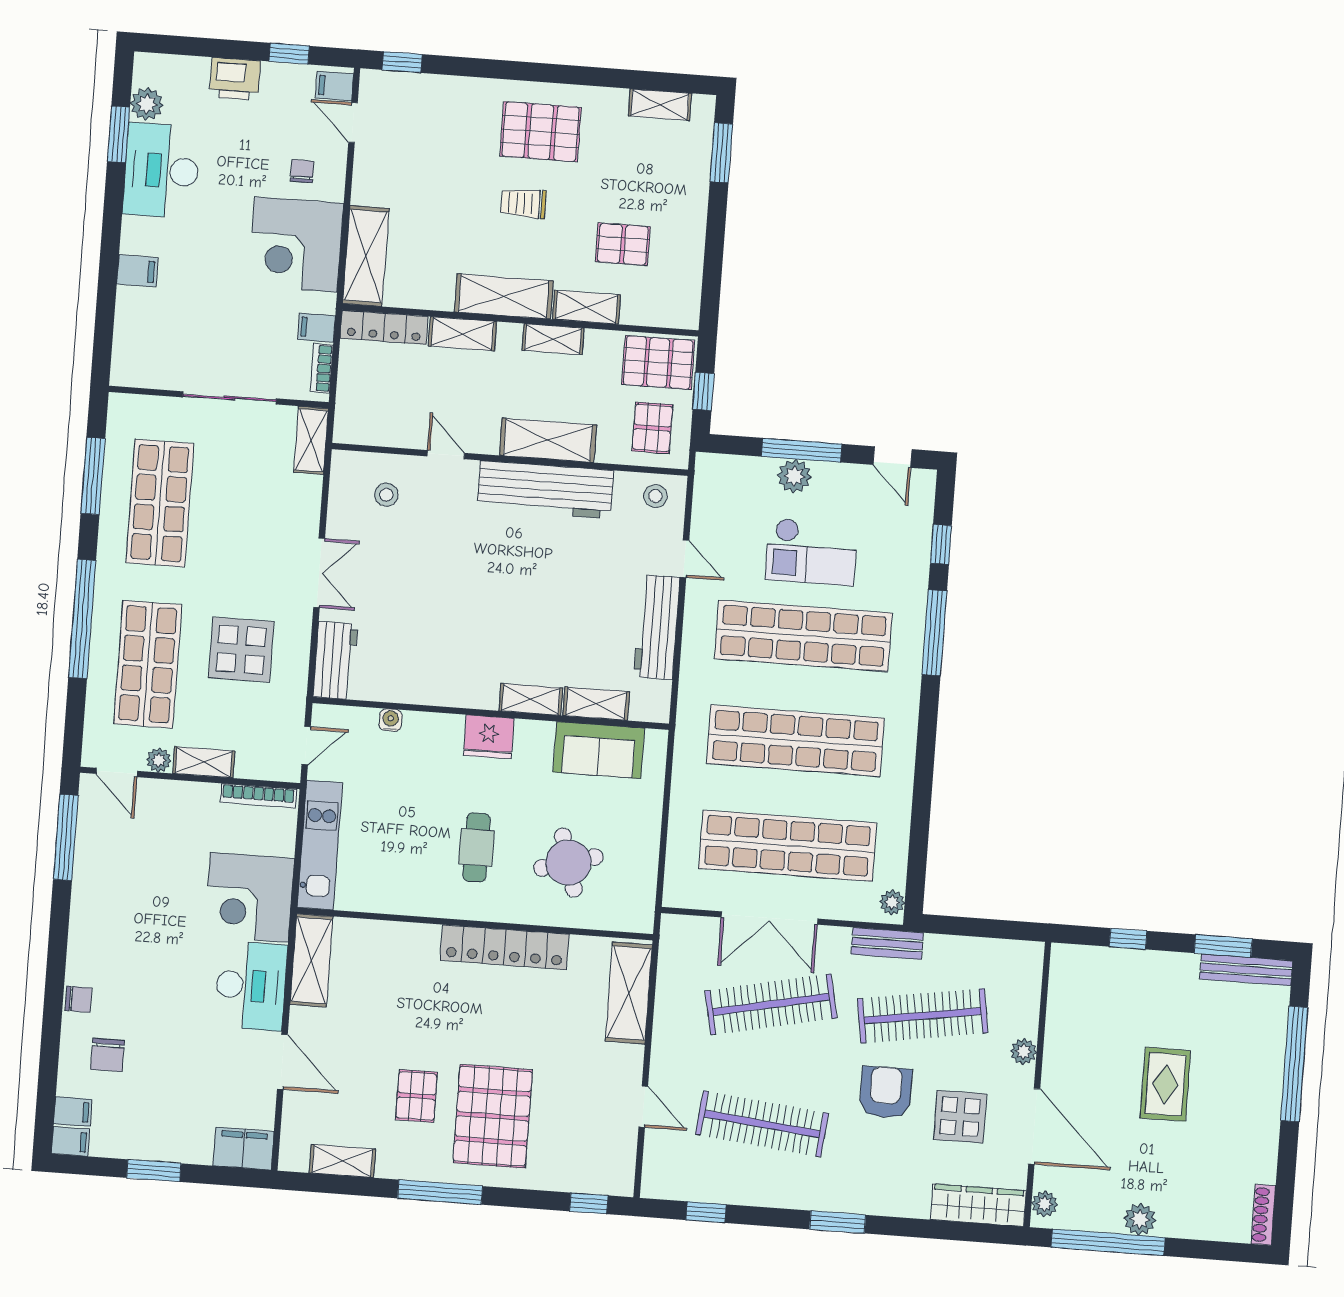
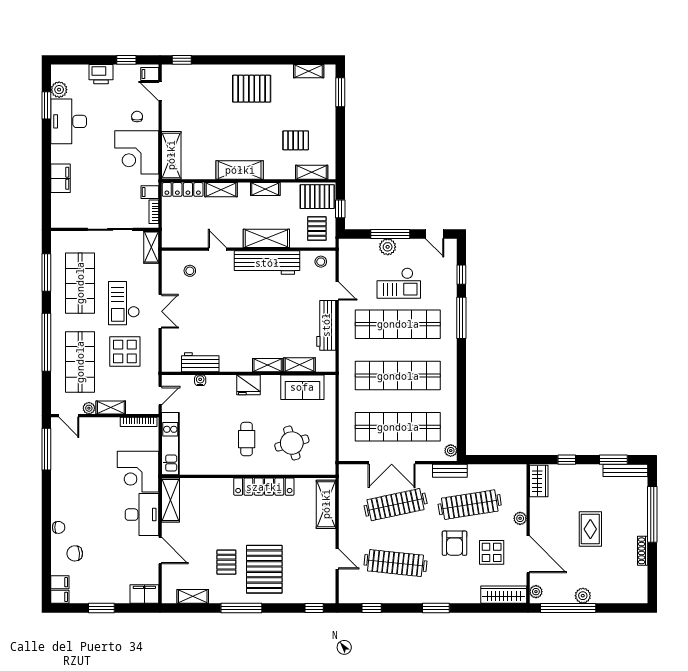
trolley: (523, 203) -> (246, 124), removed
filing cabinet: (137, 271) -> (61, 178), width x2.00
shelving: (587, 307) -> (312, 172), moved
checkout: (247, 551) -> (124, 303), added
workbench: (335, 660) -> (200, 362), moved, turned -90
wardrobe: (1067, 978) -> (539, 481), added
chair: (108, 1055) -> (75, 553), turned 87
armchair: (886, 1092) -> (455, 543), turned 180
shoe rack: (1263, 1215) -> (643, 551), moved

